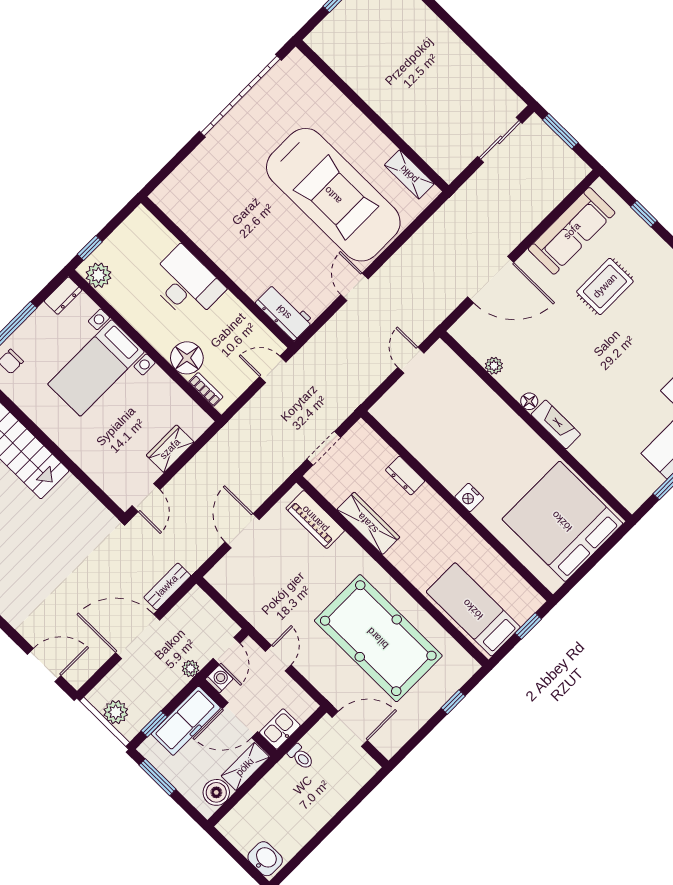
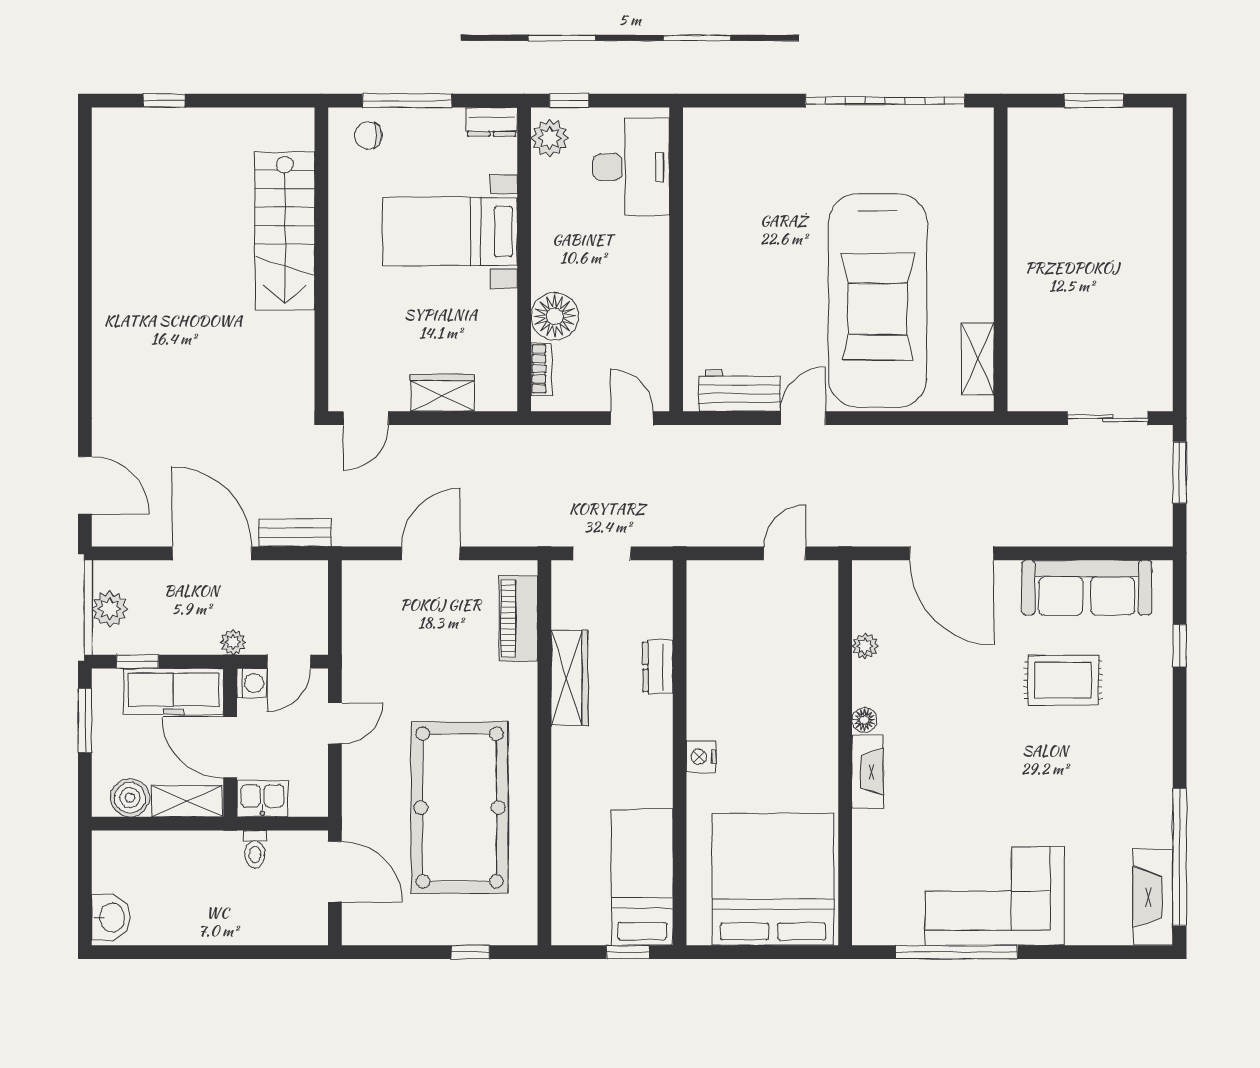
desk: (186, 284) -> (631, 167), moved
workbench: (284, 312) -> (740, 391), moved, turned -90
bed: (473, 609) -> (642, 877), moved

